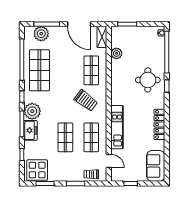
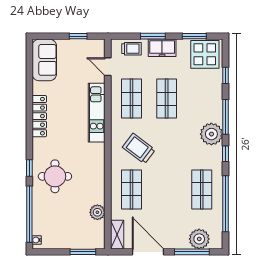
shop shelf: (39, 70) -> (202, 189), width x0.70, depth x0.74
freezer: (30, 130) -> (162, 48), moved, turned -90

